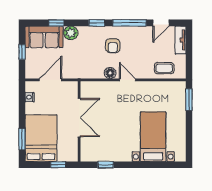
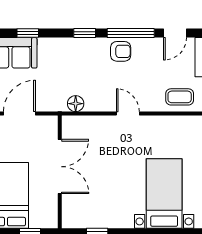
plant: (71, 33) -> (48, 47), removed
armchair: (113, 46) -> (121, 51), moved, turned -90
floor lamp: (110, 73) -> (76, 104), moved

